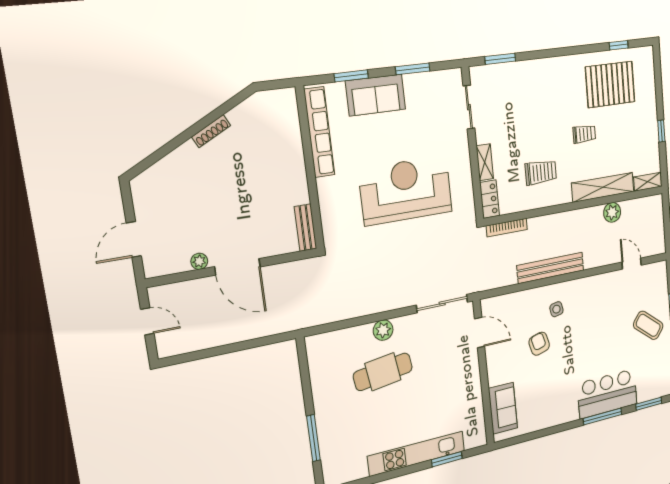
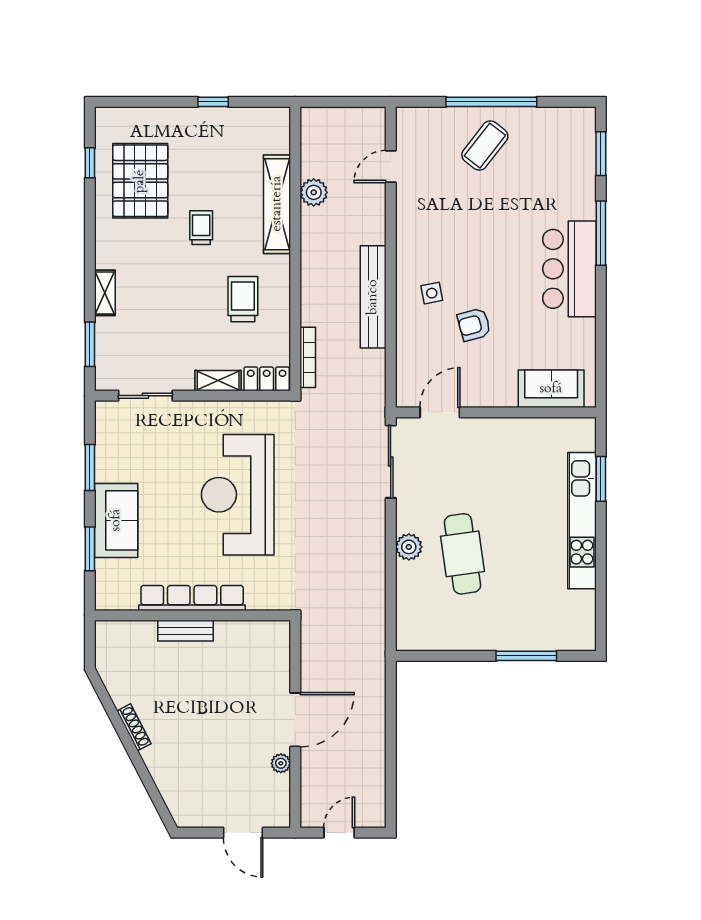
row of seats: (319, 132) -> (192, 598), moved
shelving: (648, 182) -> (105, 293), moved
bench: (305, 228) -> (185, 631), moved
bar counter: (607, 394) -> (569, 269), moved

